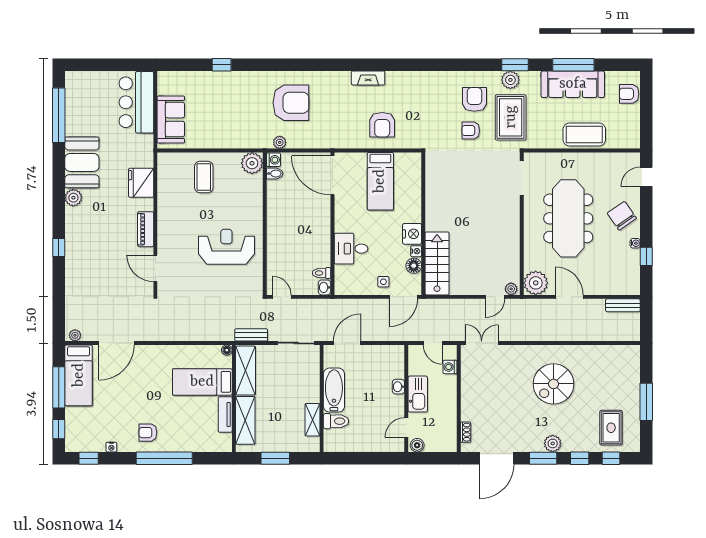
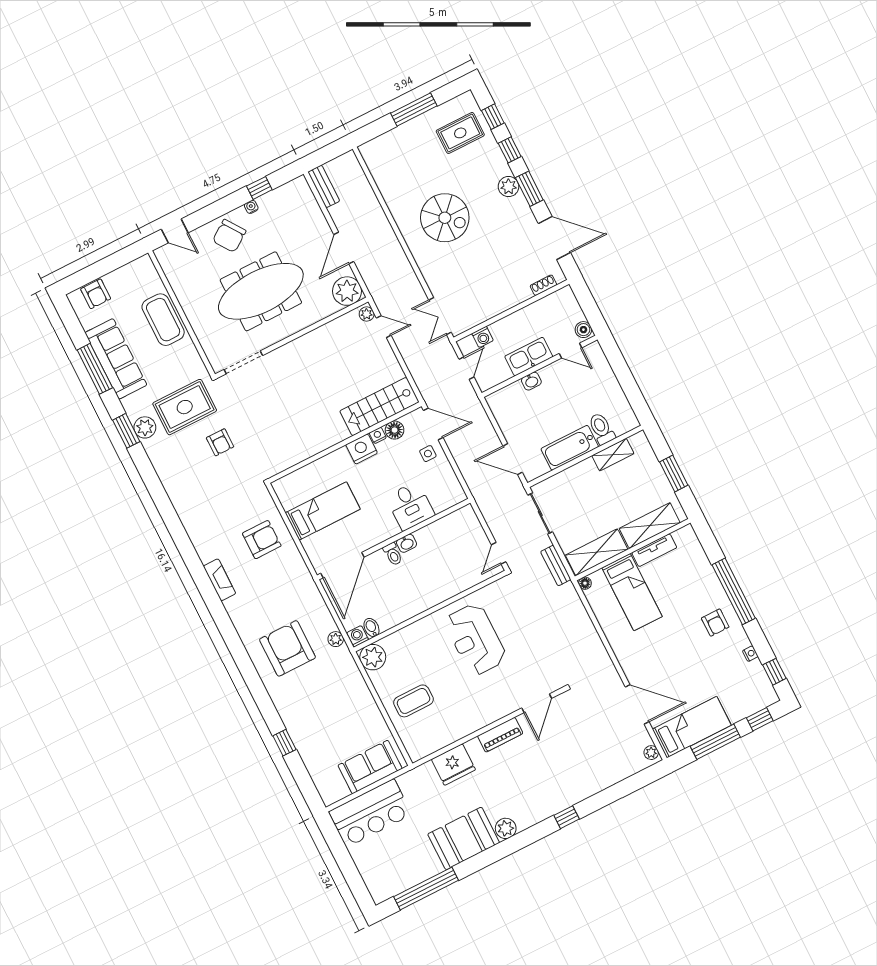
armchair: (474, 99) -> (185, 455), removed
toilet: (322, 273) -> (393, 554), moved
washbasin: (324, 287) -> (407, 543), moved

